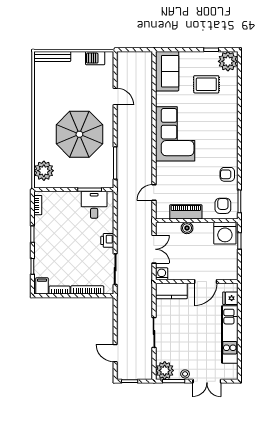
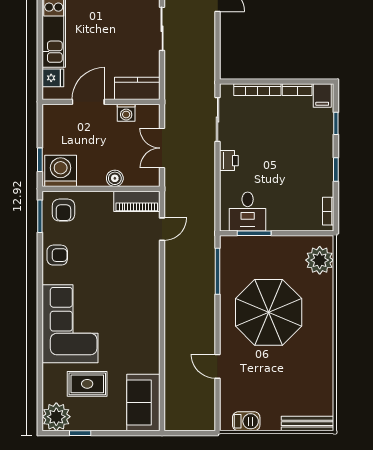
corner sofa: (175, 134) -> (70, 324), moved, turned 180
piano: (186, 212) -> (137, 201), moved
washing machine: (162, 274) -> (126, 113), moved

